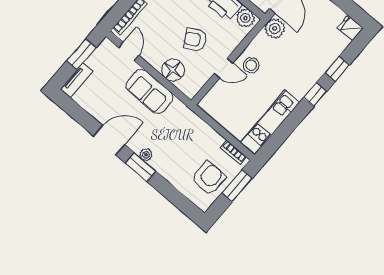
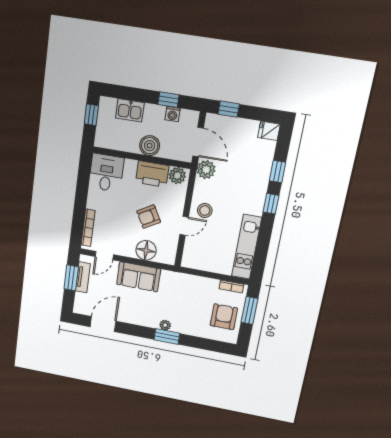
door: (129, 52) -> (104, 256), swing flipped
tv unit: (76, 80) -> (83, 277), moved
door: (109, 140) -> (103, 324), moved

